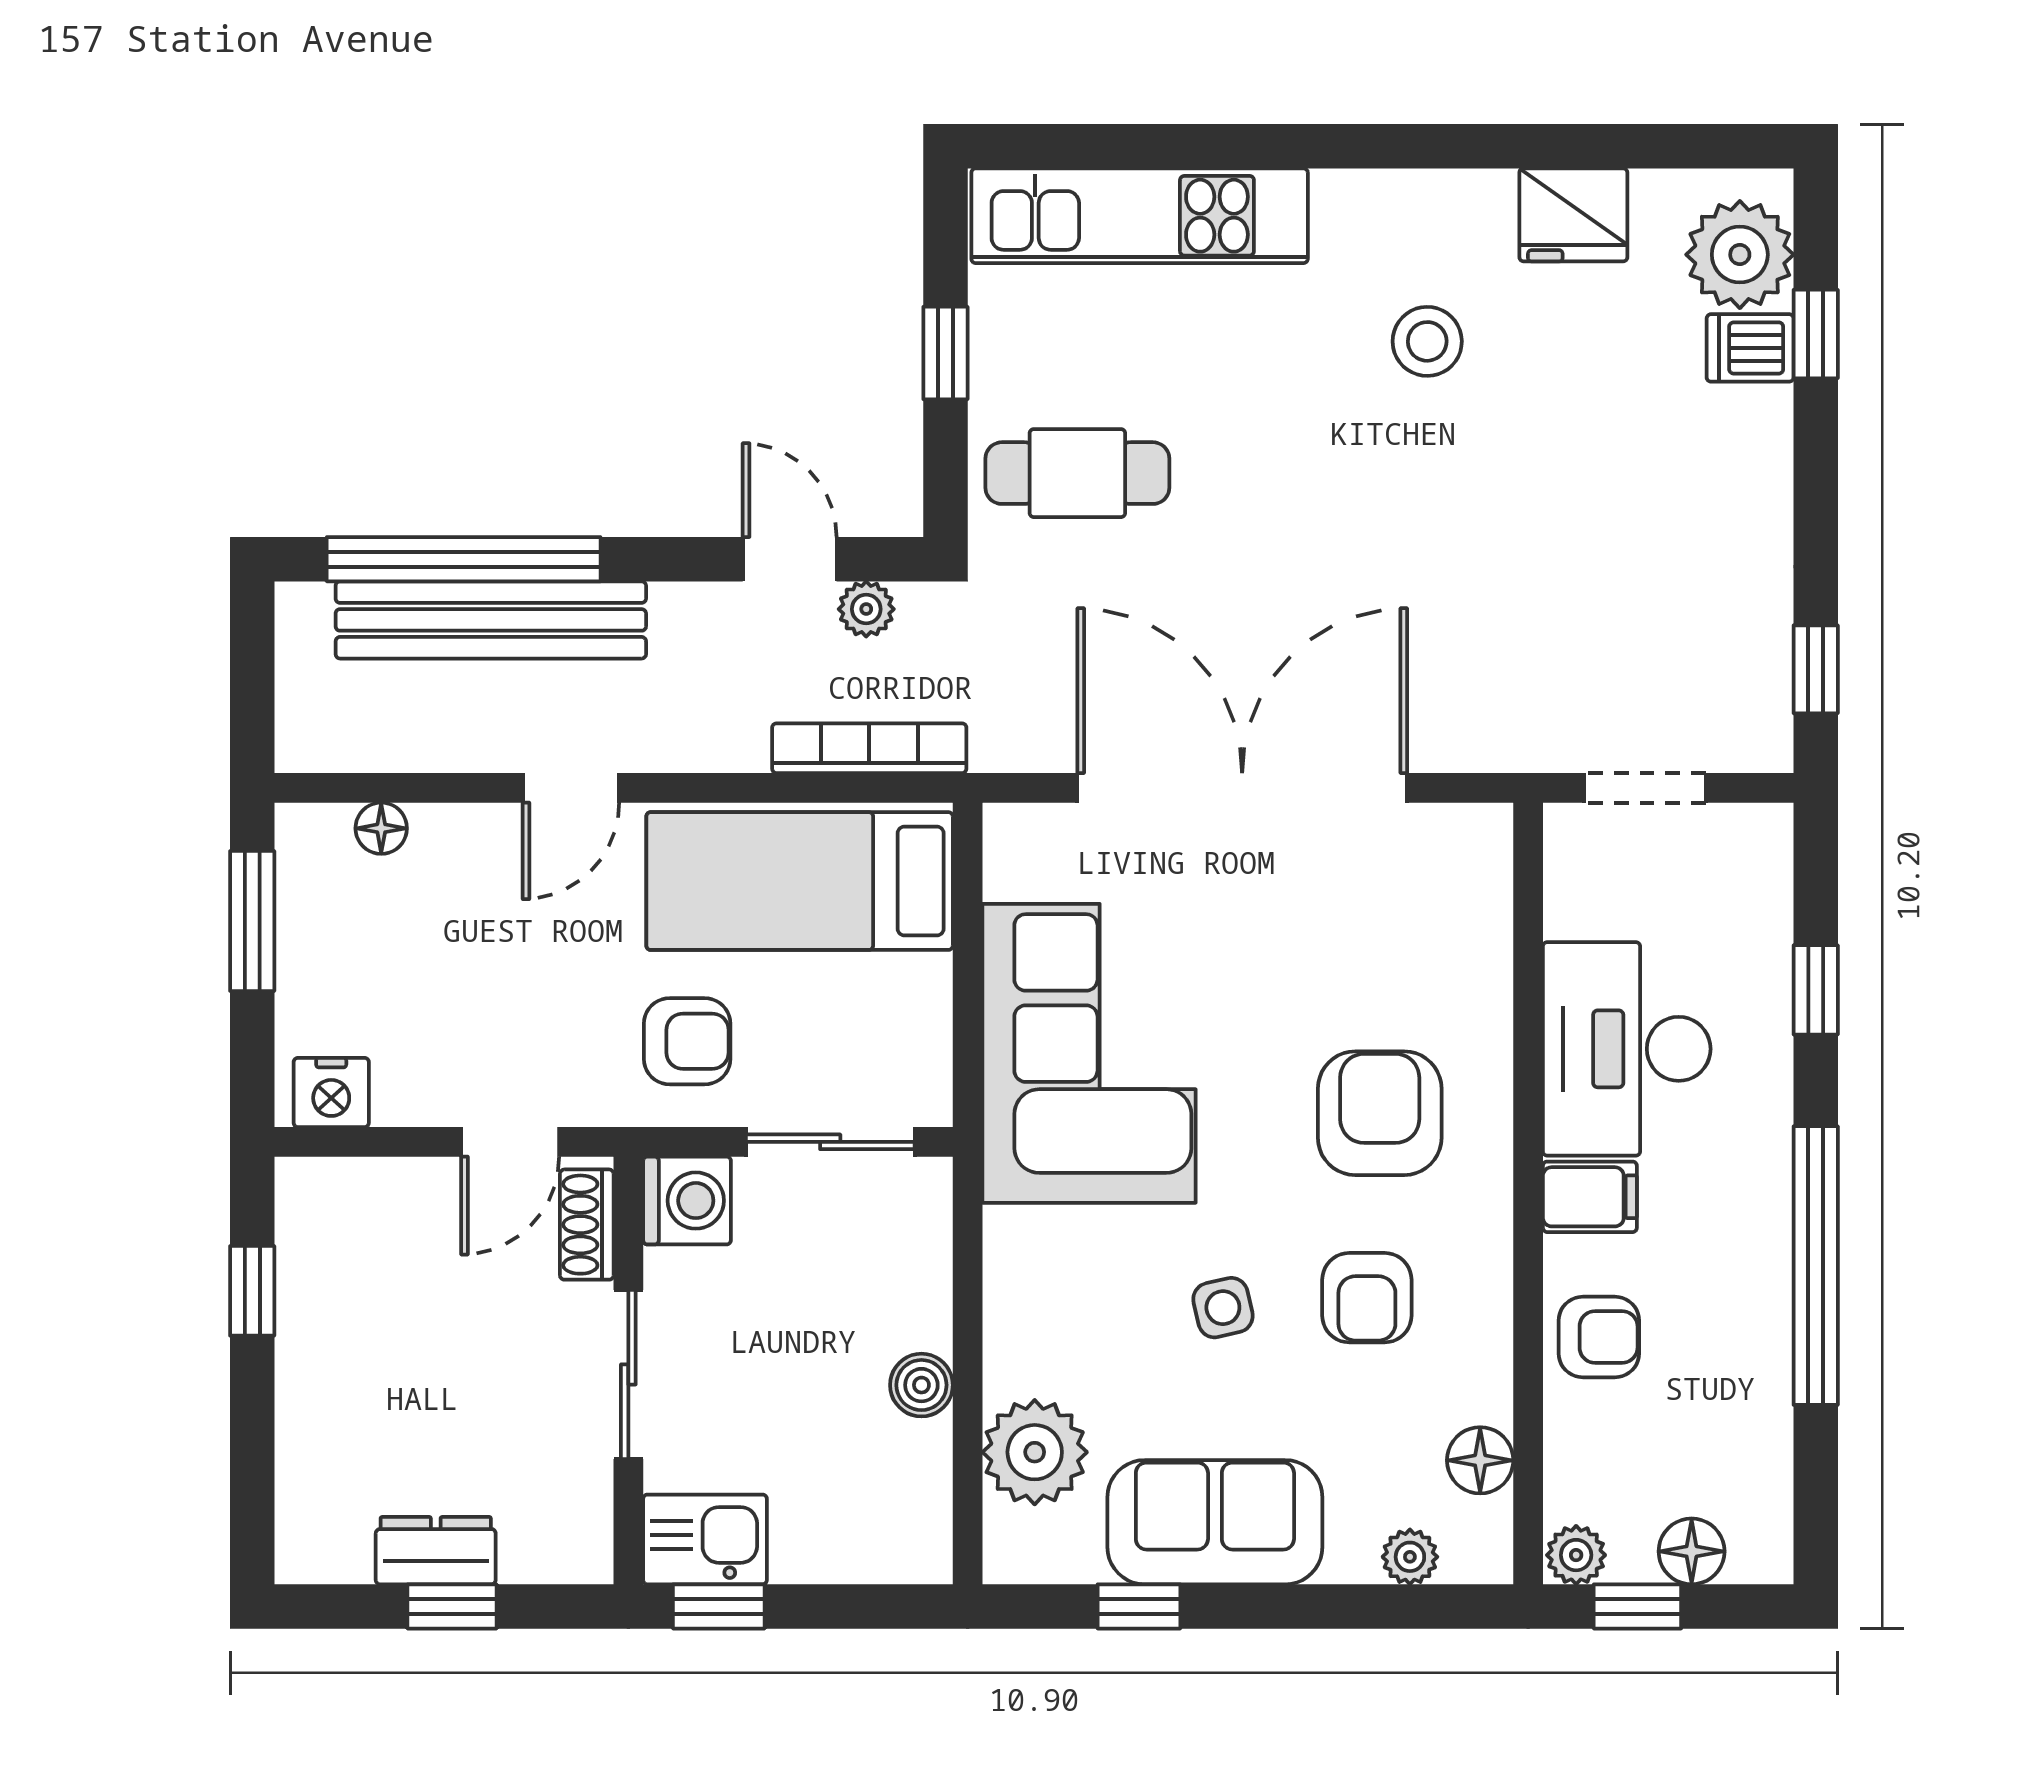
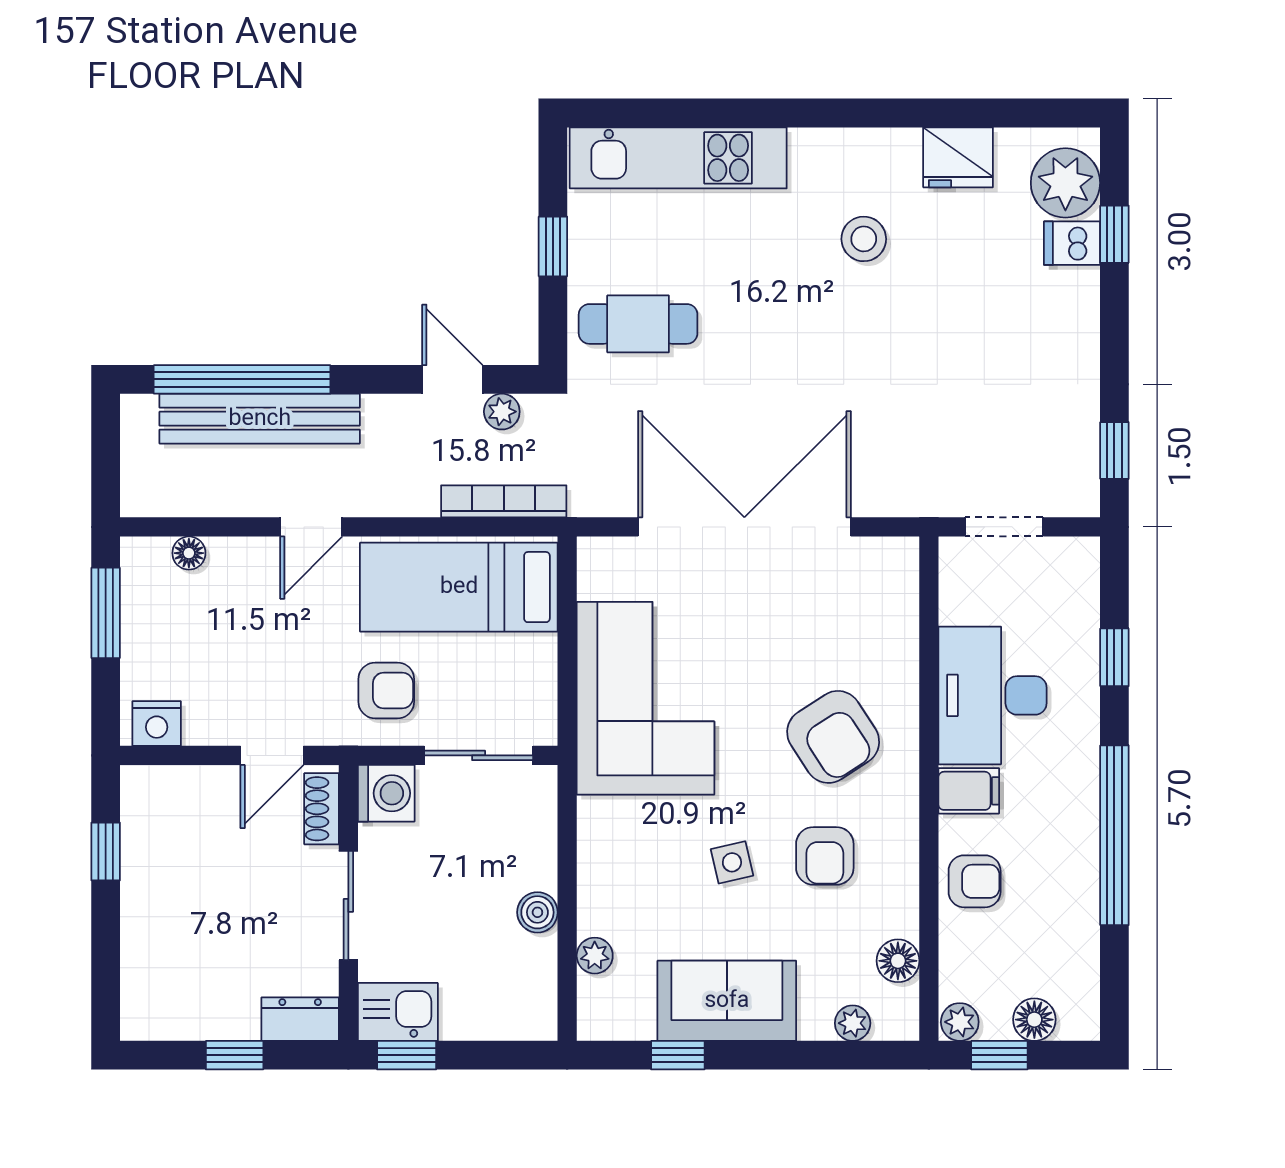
armchair: (1380, 1113) -> (833, 737), turned 147
plant: (1035, 1452) -> (595, 956), width x0.53, depth x0.53
dresser: (436, 1551) -> (300, 1019), moved

